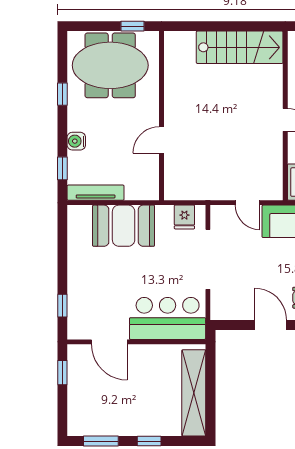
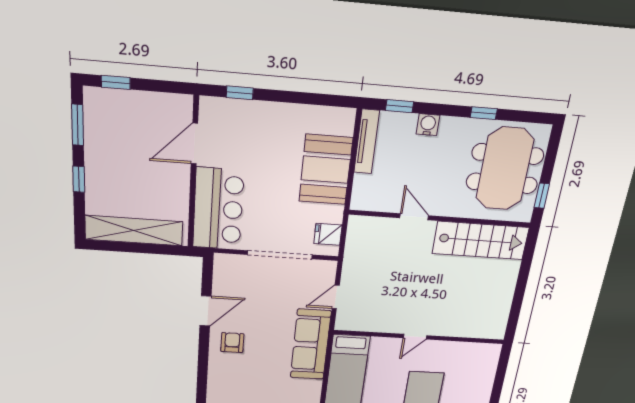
stairs: (240, 47) -> (480, 241), moved, turned -90
window: (62, 373) -> (116, 82), moved

